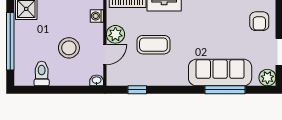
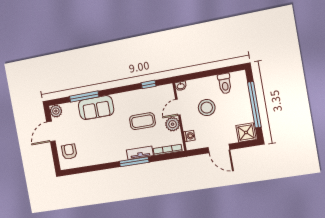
sofa: (220, 73) -> (96, 108), width x0.73

